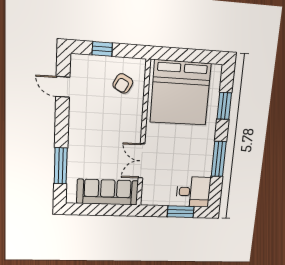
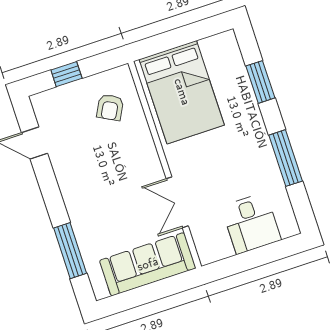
bed: (180, 93) -> (182, 92), width x0.73
desk: (193, 192) -> (251, 223), moved, turned 90
window: (181, 212) -> (264, 255), removed

